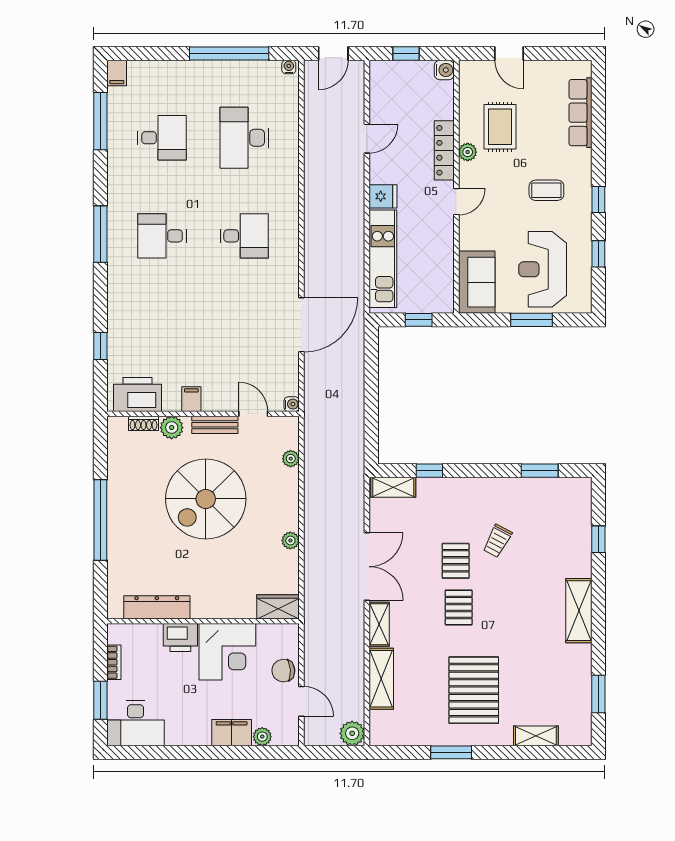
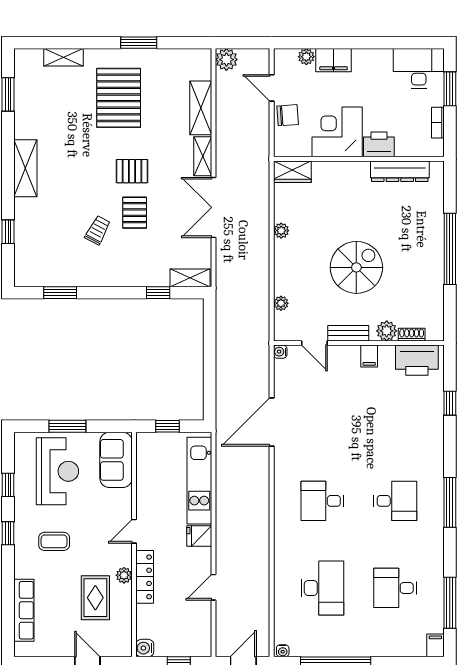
spiral stairs: (206, 499) -> (356, 267), width x0.73, depth x0.73
pallet: (459, 607) -> (132, 171), turned 90

